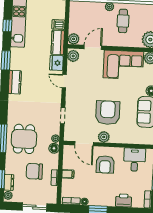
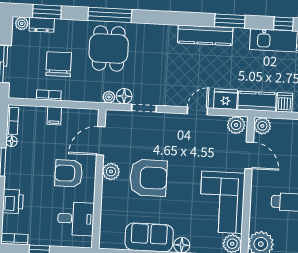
kitchen counter: (15, 82) -> (205, 35), width x1.50
dining table: (24, 139) -> (109, 48), turned 90
floor lamp: (54, 148) -> (124, 96), moved

